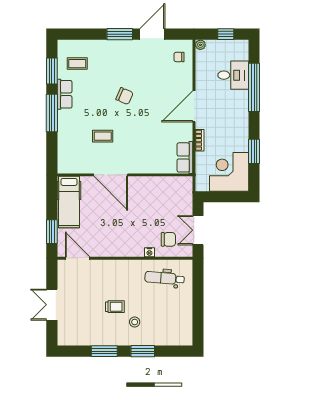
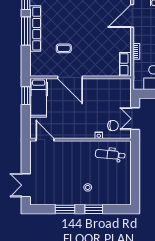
row of seats: (65, 94) -> (35, 29), width x2.02
chair: (124, 96) -> (80, 18), removed
door: (194, 106) -> (132, 16), moved
window: (52, 232) -> (26, 96), moved
double door: (52, 305) -> (26, 185), moved
trolley: (115, 307) -> (73, 176), removed

